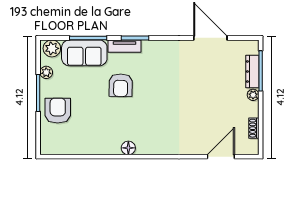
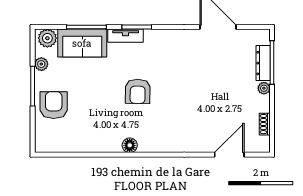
armchair: (121, 85) -> (138, 91), moved

